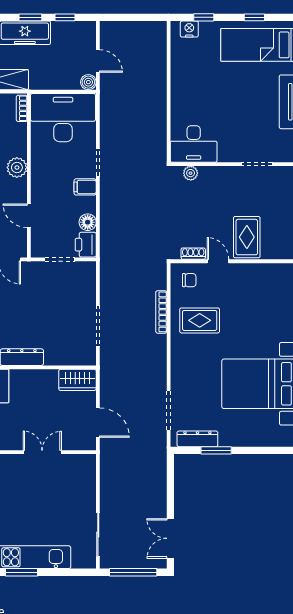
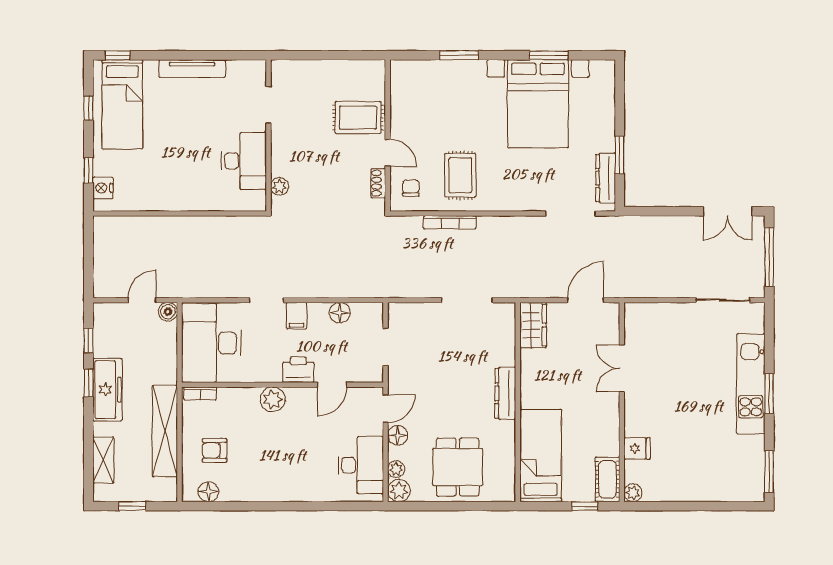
desk: (194, 144) -> (244, 161), moved
printer: (86, 245) -> (298, 370), moved, turned 180
door: (218, 261) -> (388, 153), swing flipped

